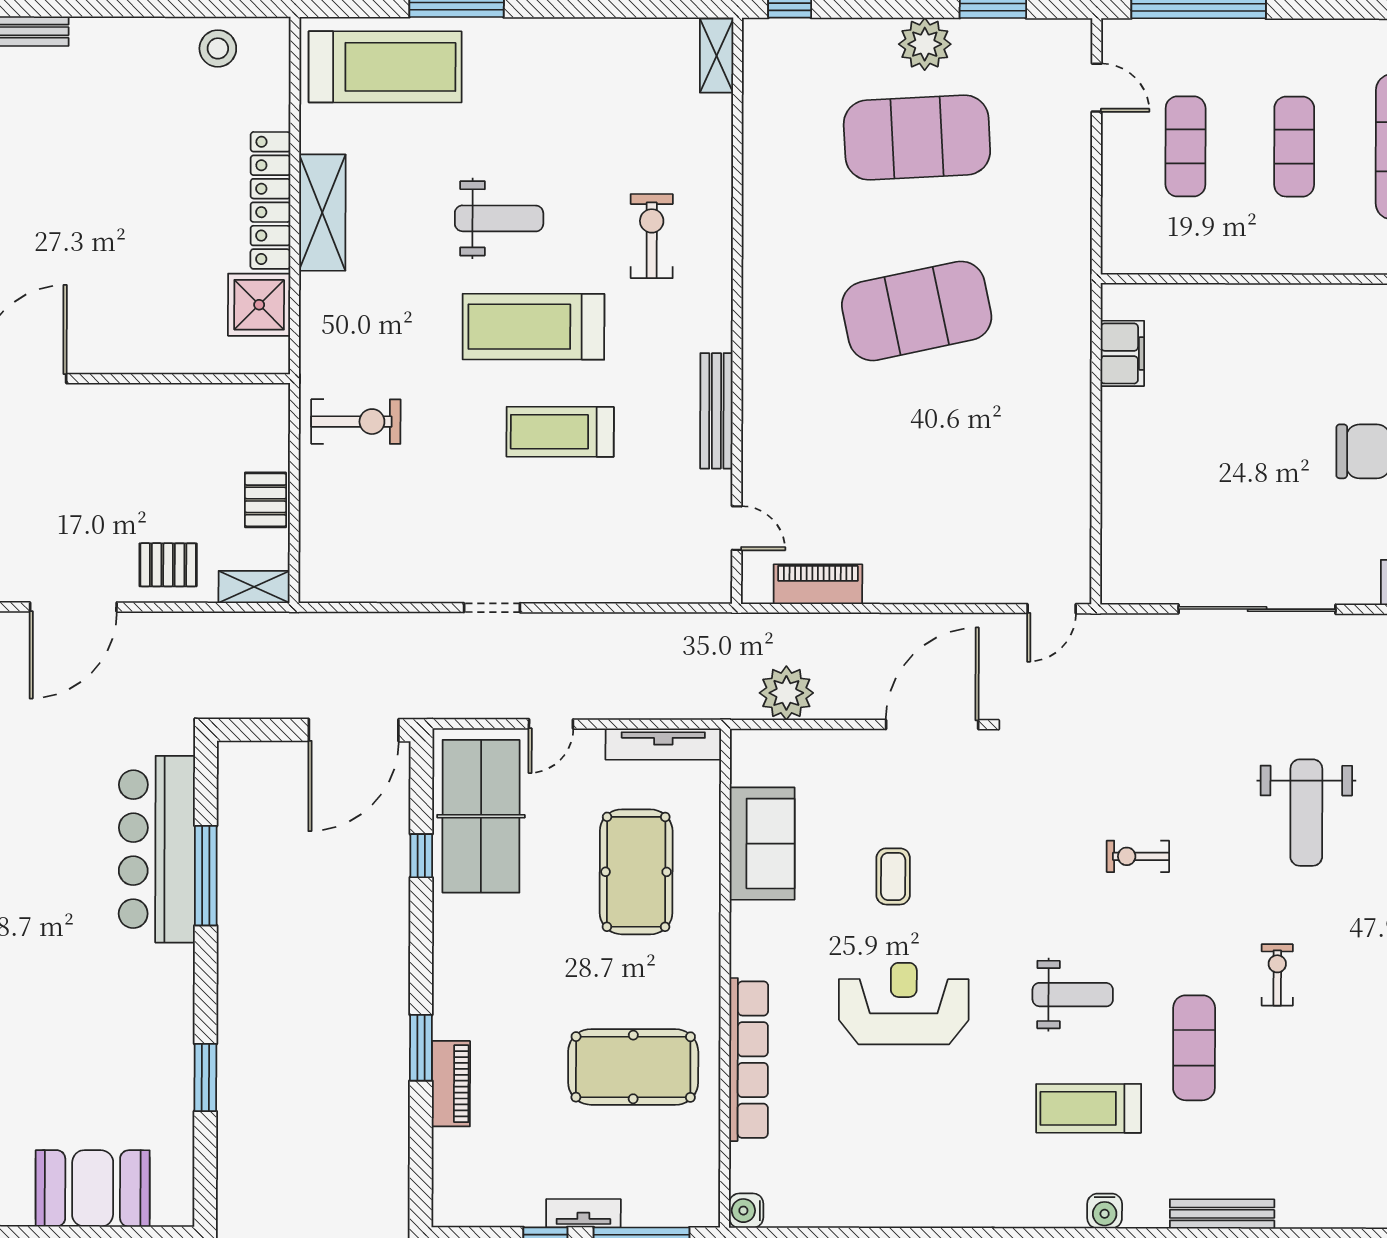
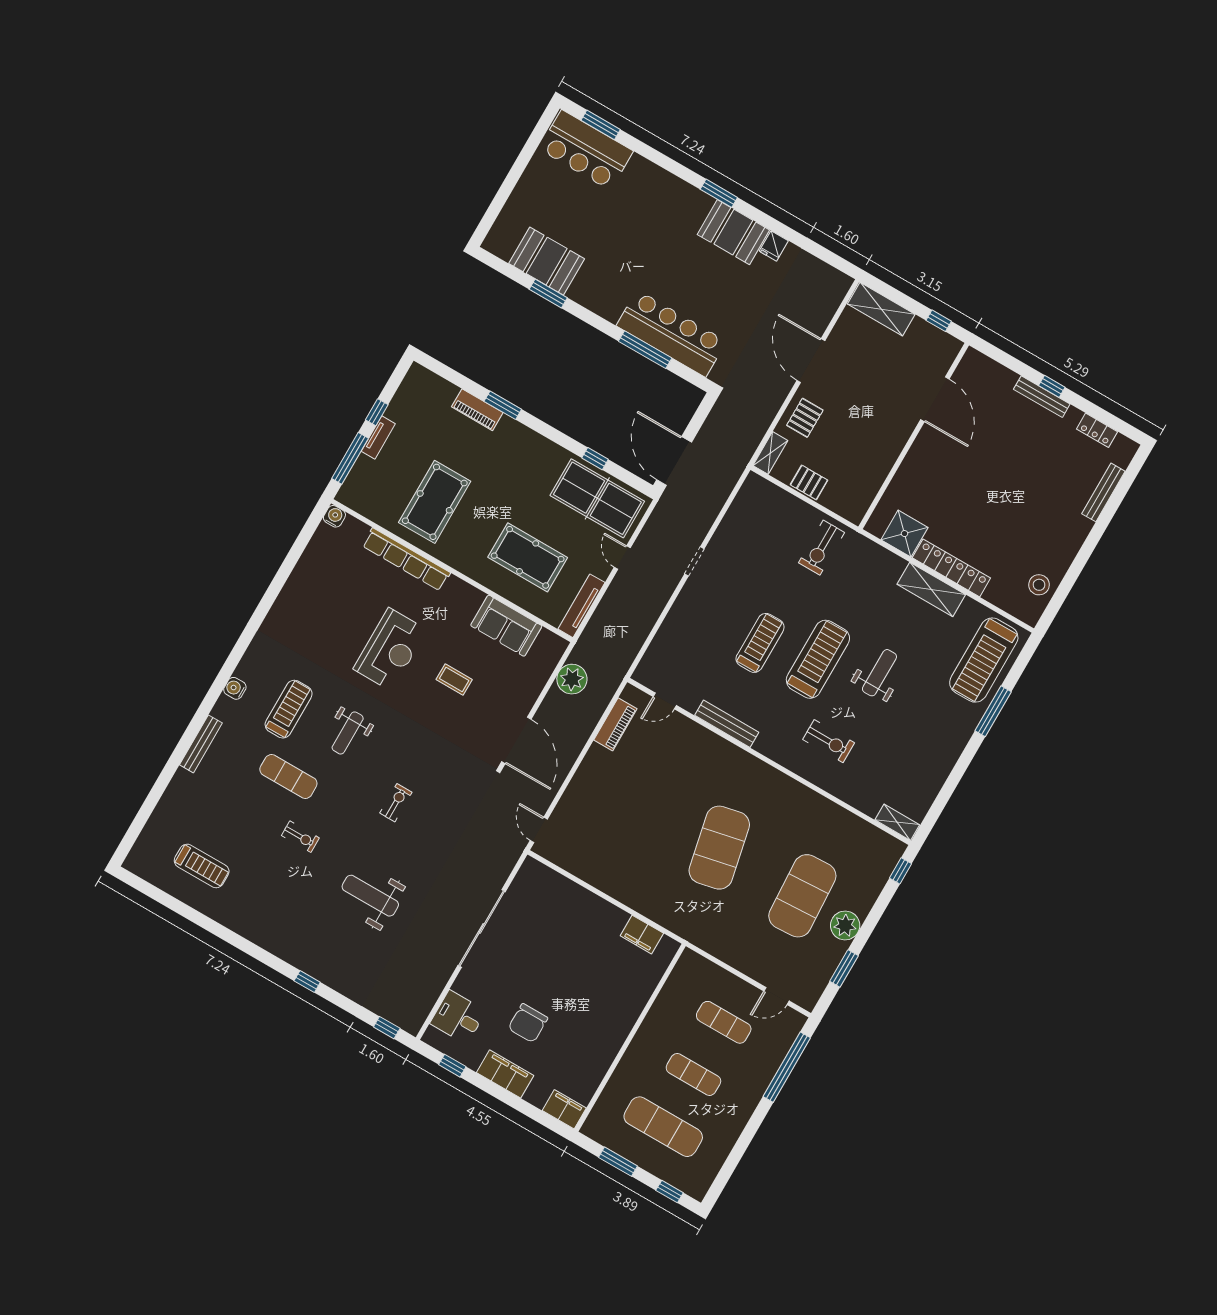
weight bench: (499, 218) -> (879, 673), turned 180
booth: (93, 1188) -> (547, 261), moved, turned 90

